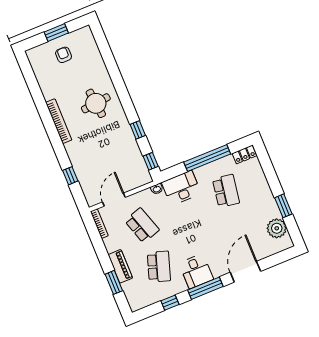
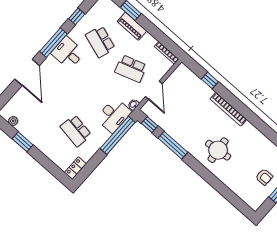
bookcase: (59, 121) -> (228, 109), moved
window: (138, 130) -> (173, 145), width x2.17
window: (207, 158) -> (118, 135), moved
door: (114, 200) -> (154, 90), moved
plant: (277, 228) -> (13, 121), width x0.53, depth x0.53

